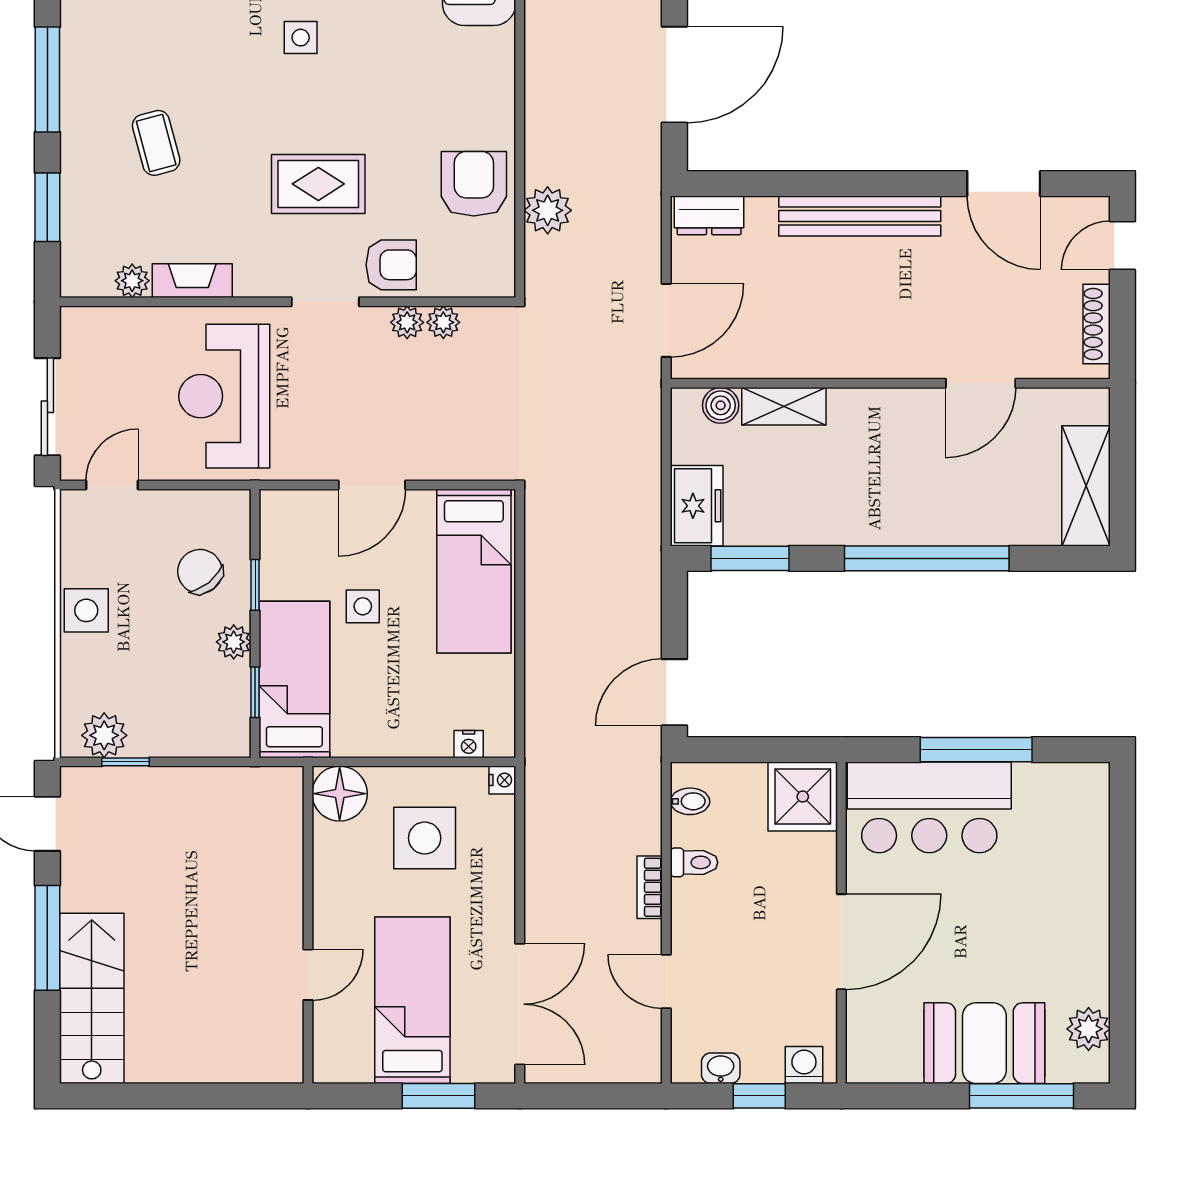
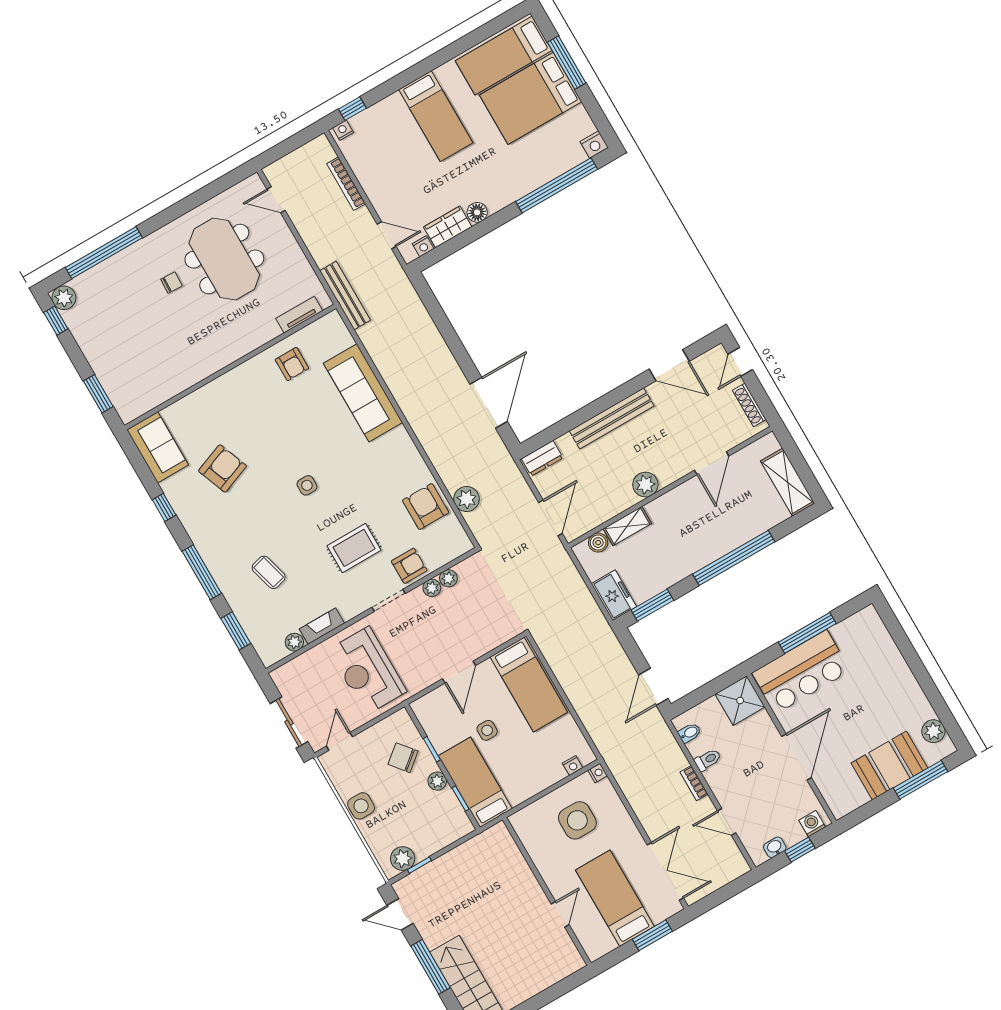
plant: (852, 356) -> (645, 485), added
floor lamp: (340, 794) -> (526, 823), removed

